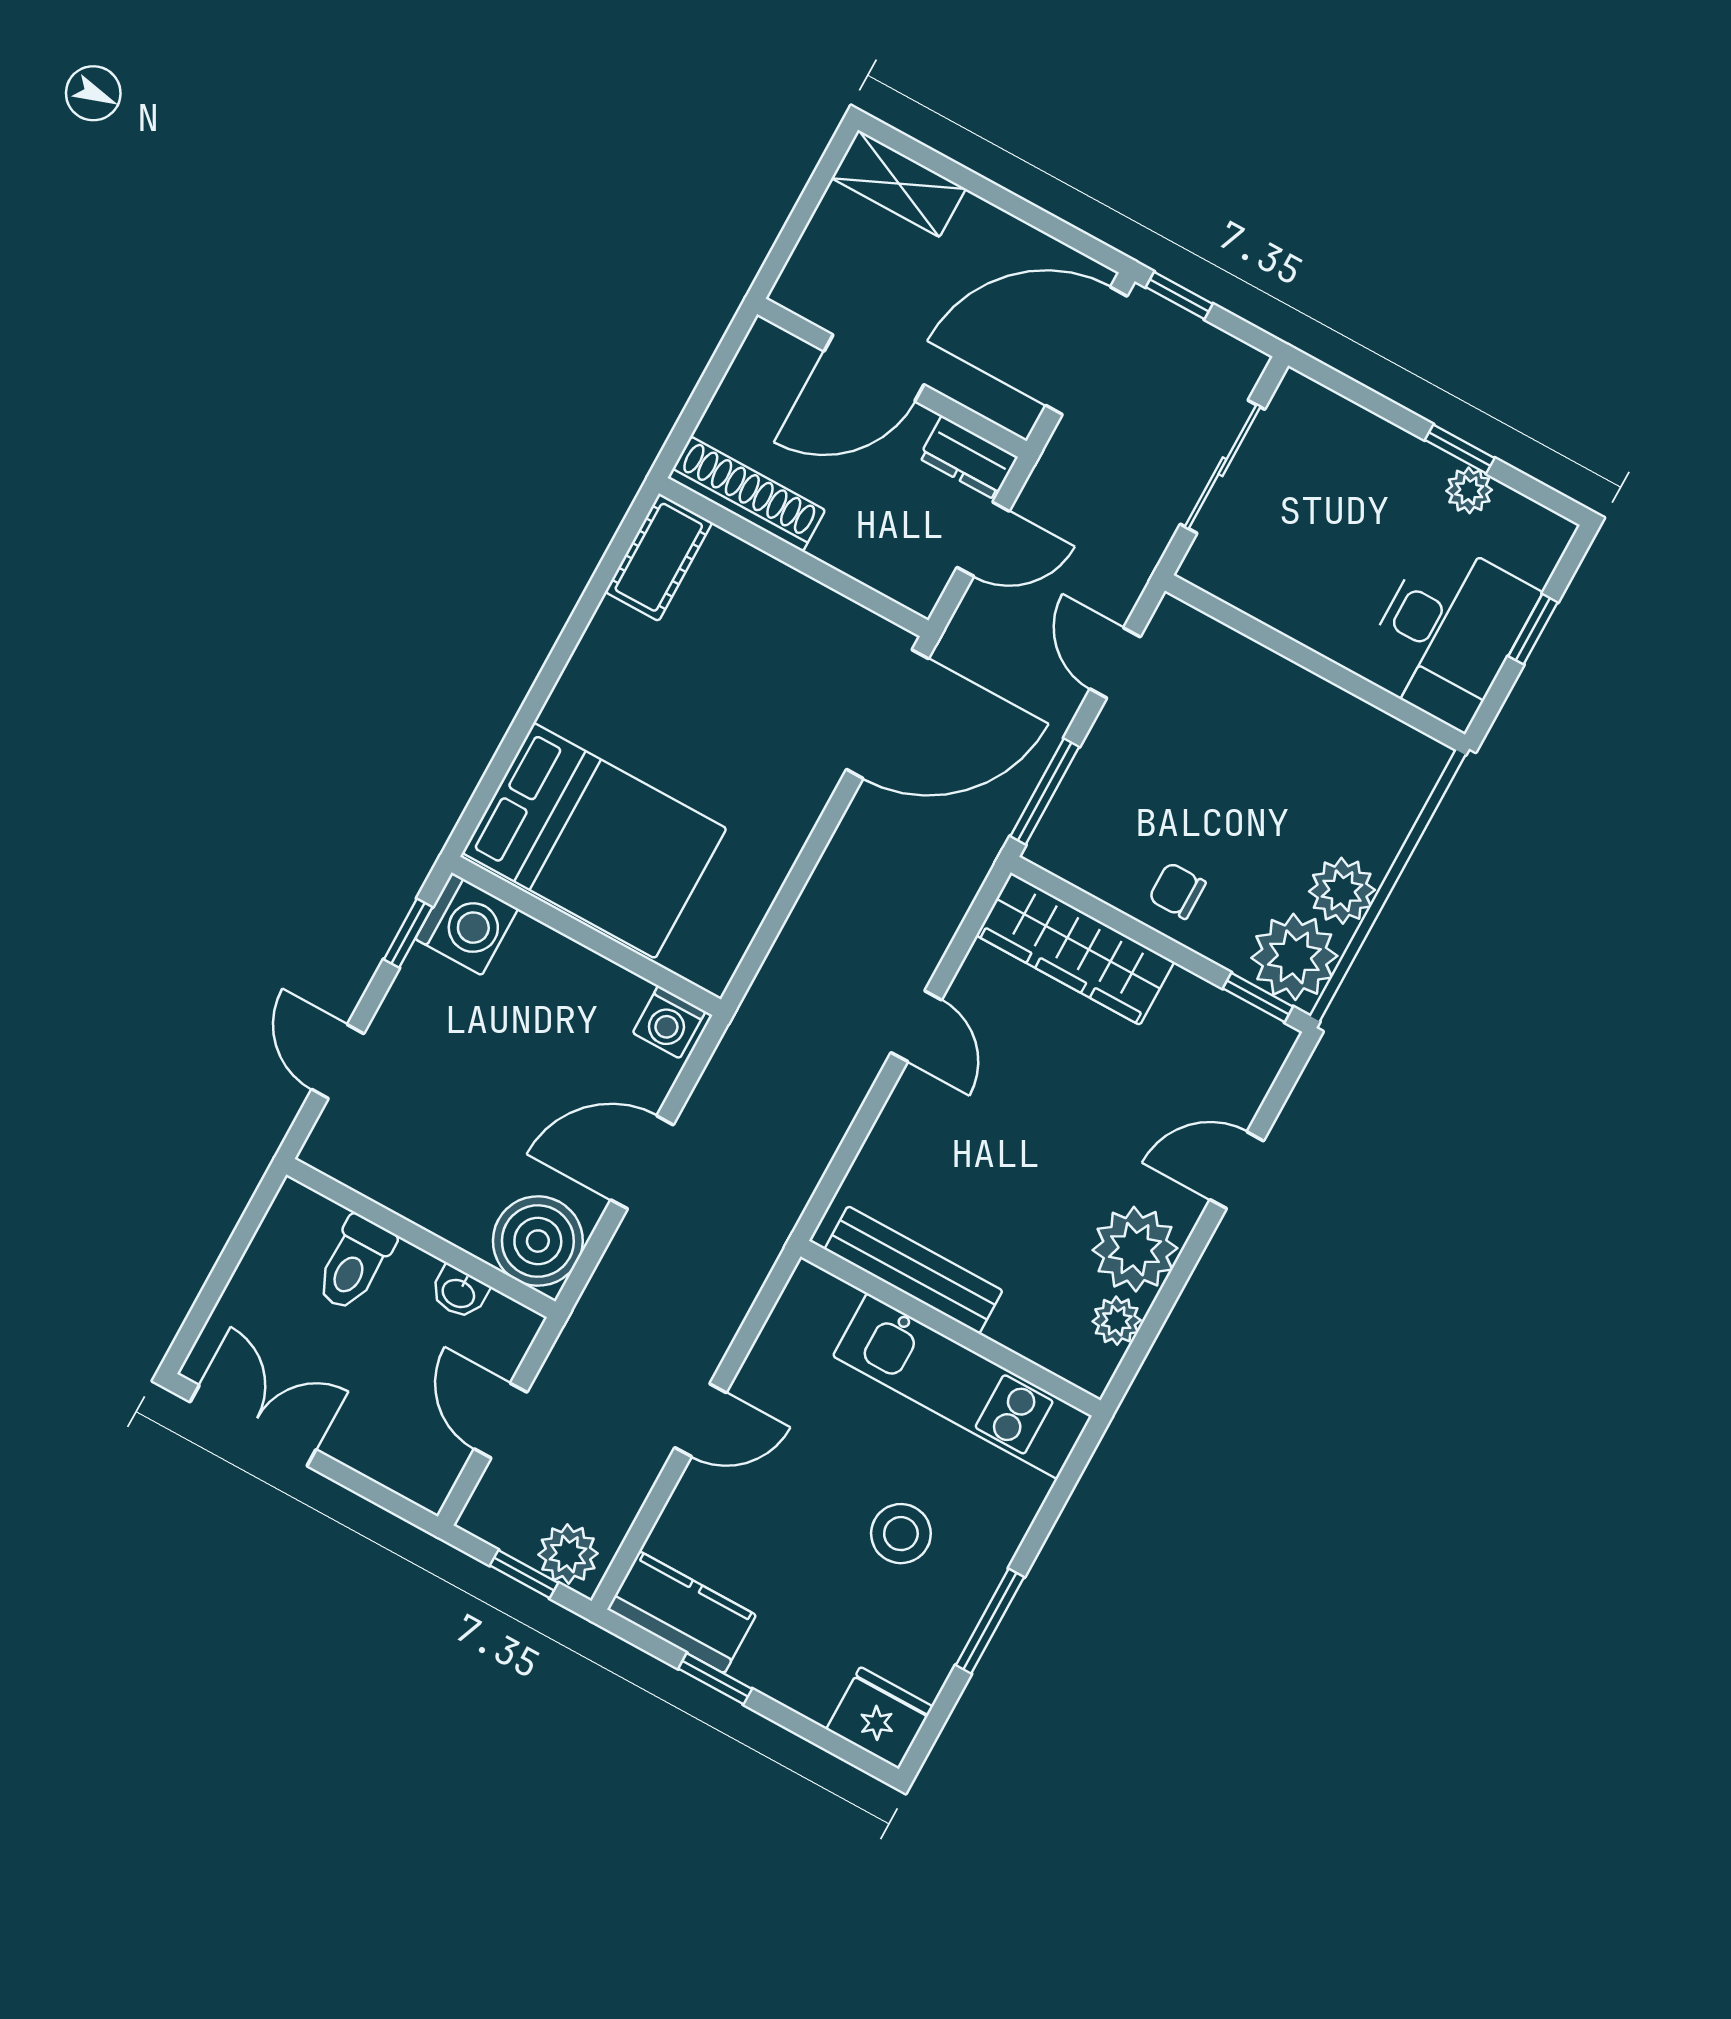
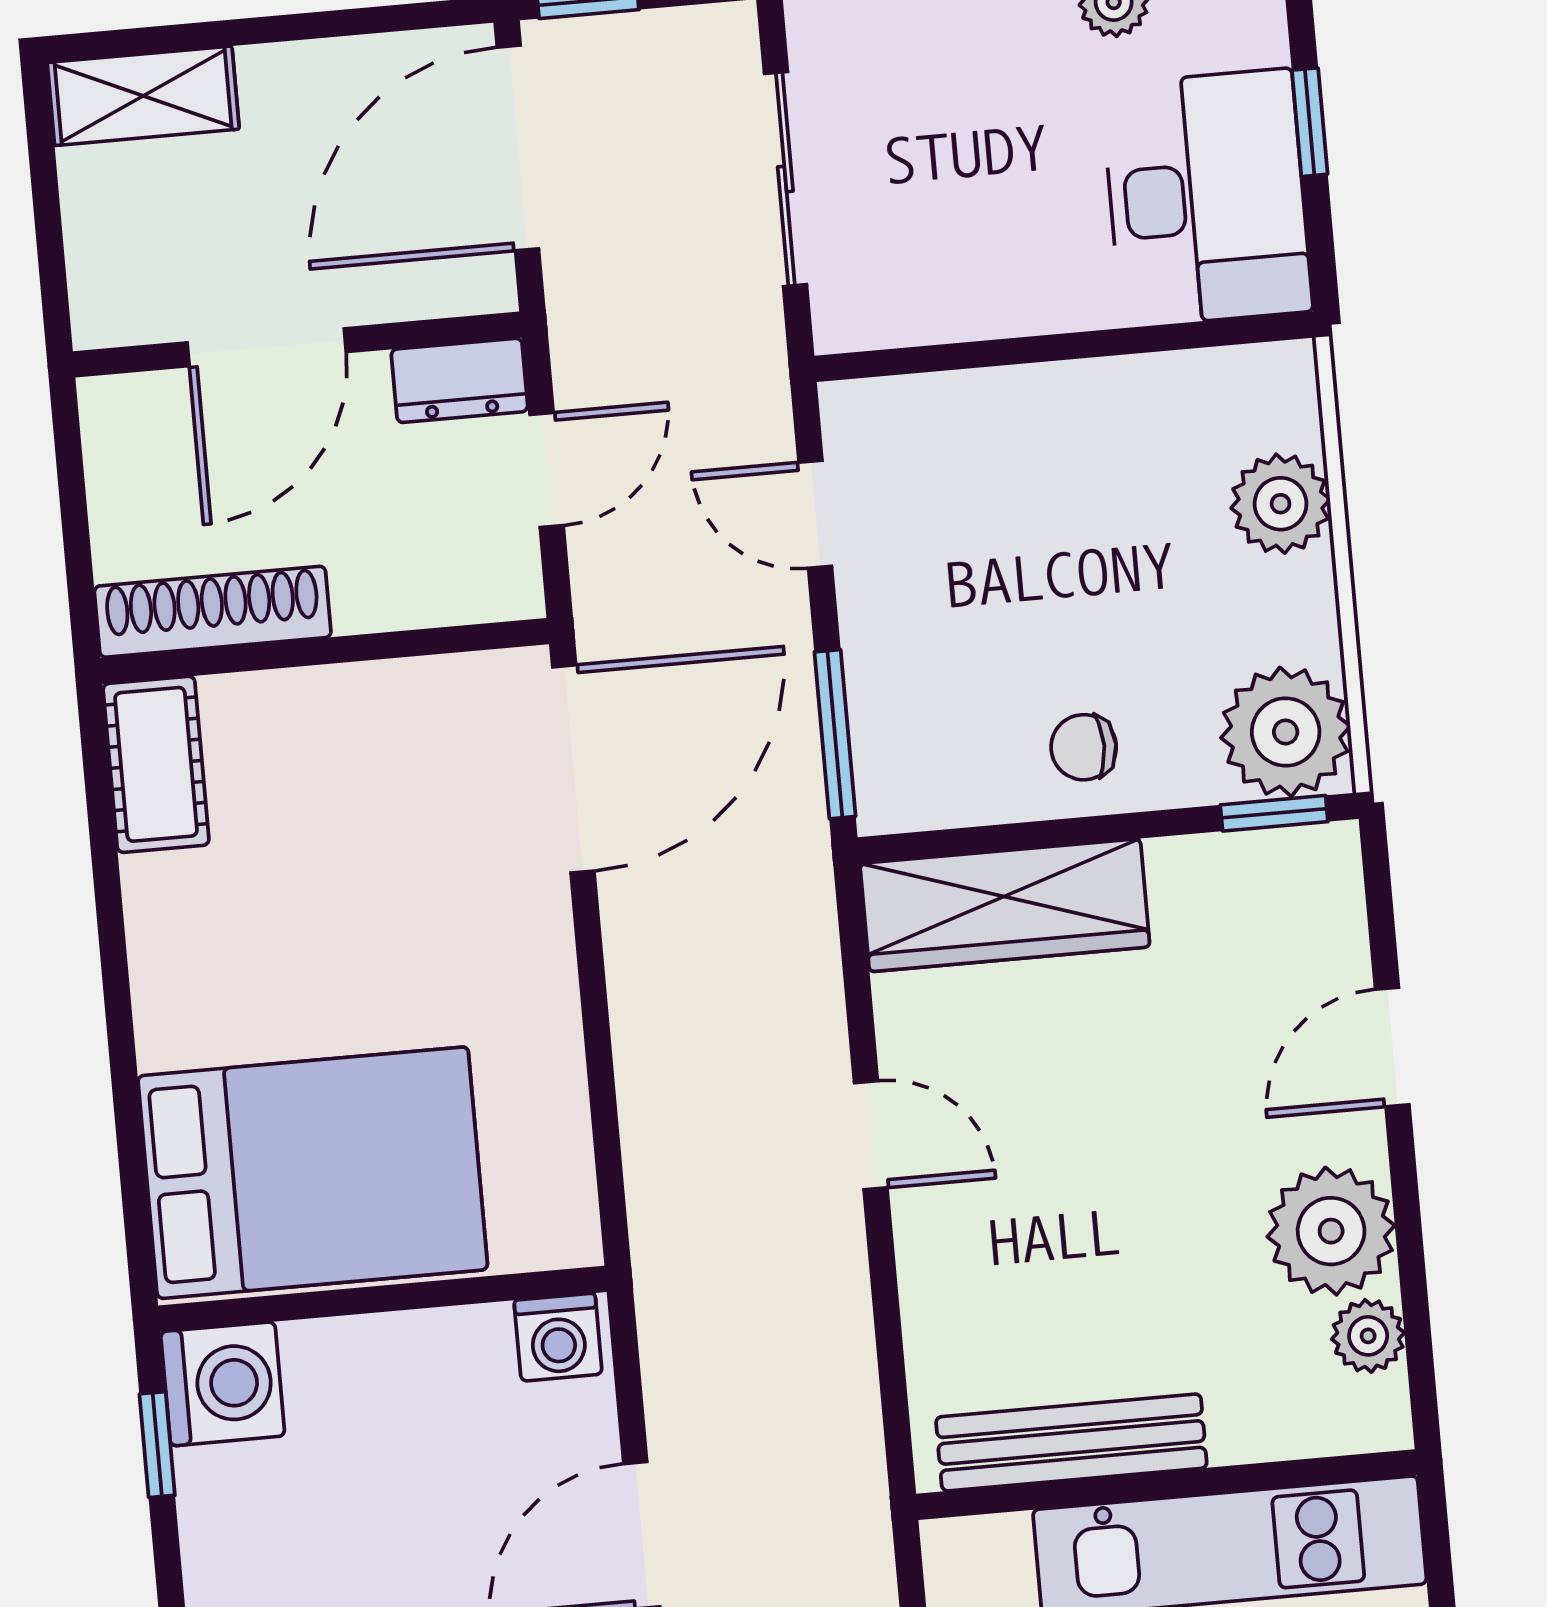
plant: (1342, 891) -> (1281, 504), moved

